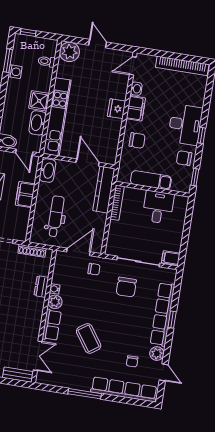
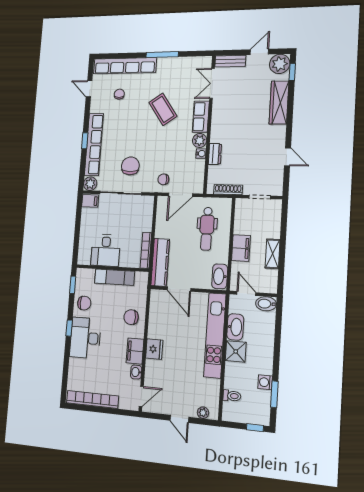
plant: (69, 52) -> (203, 413), width x0.53, depth x0.53
plant: (157, 354) -> (90, 184), moved

